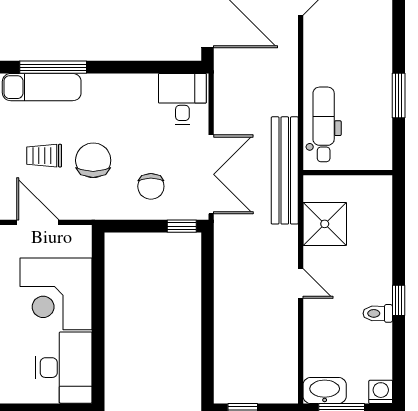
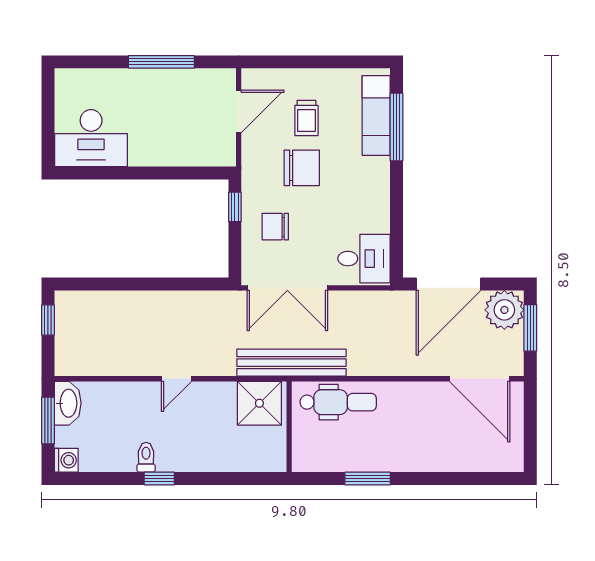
trolley: (44, 156) -> (306, 118), turned 180
shower: (325, 224) -> (259, 403), moved
window: (182, 226) -> (235, 207), moved
corner desk: (56, 294) -> (166, 130), removed

